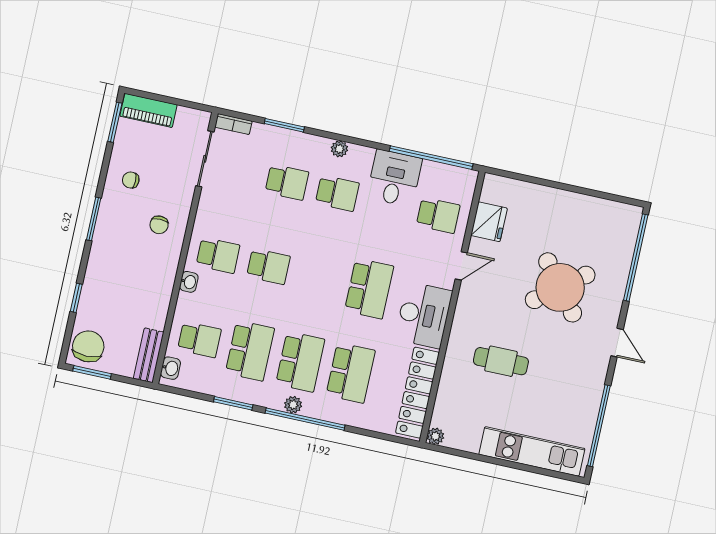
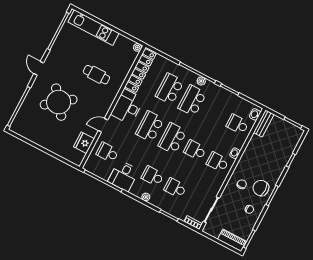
chair: (88, 346) -> (261, 188), moved, turned 90
school desk: (250, 351) -> (172, 138), moved

